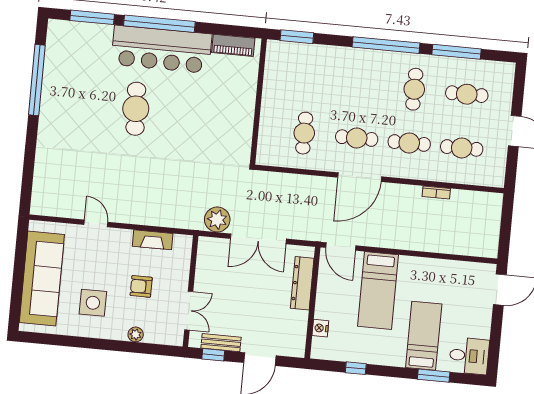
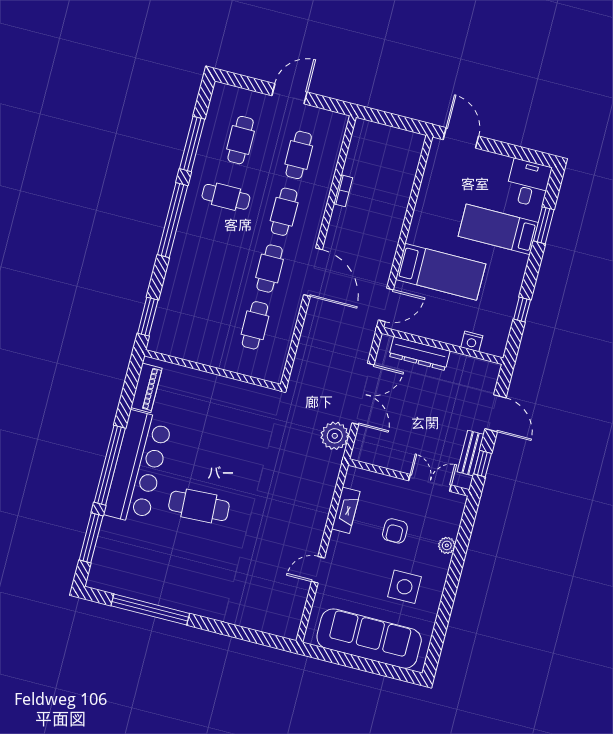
cafe table: (304, 133) -> (255, 325), turned 90

